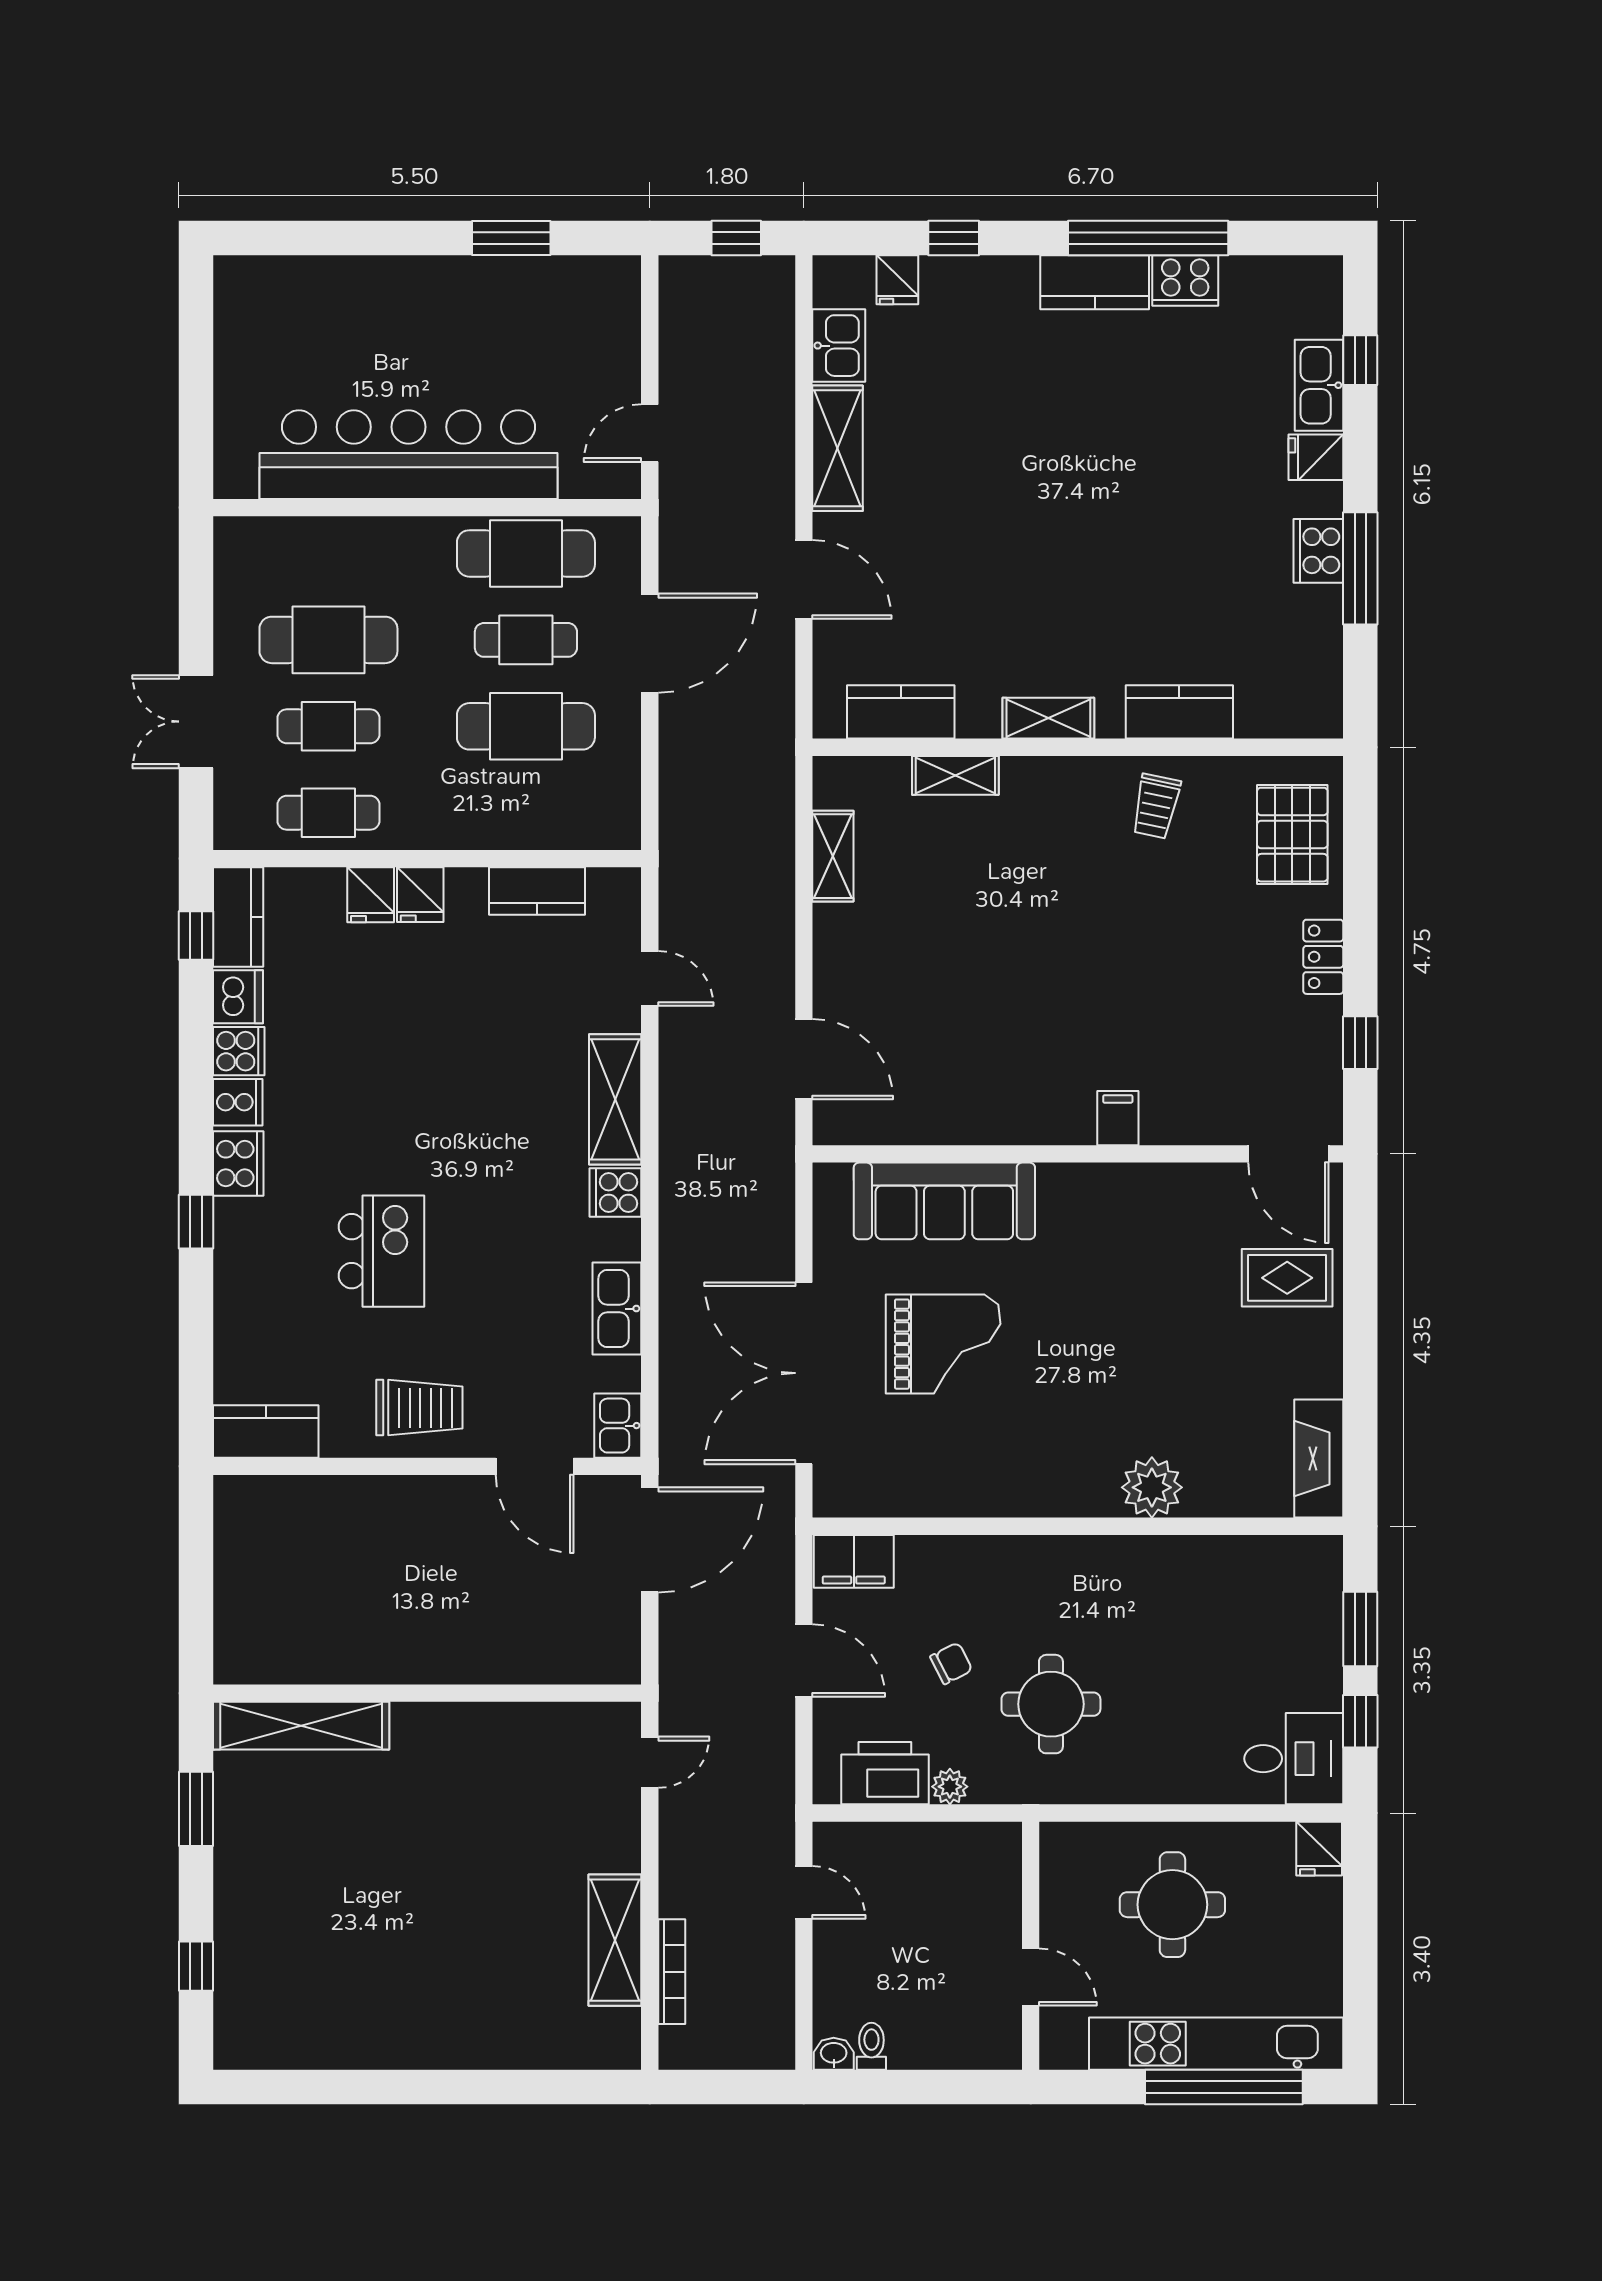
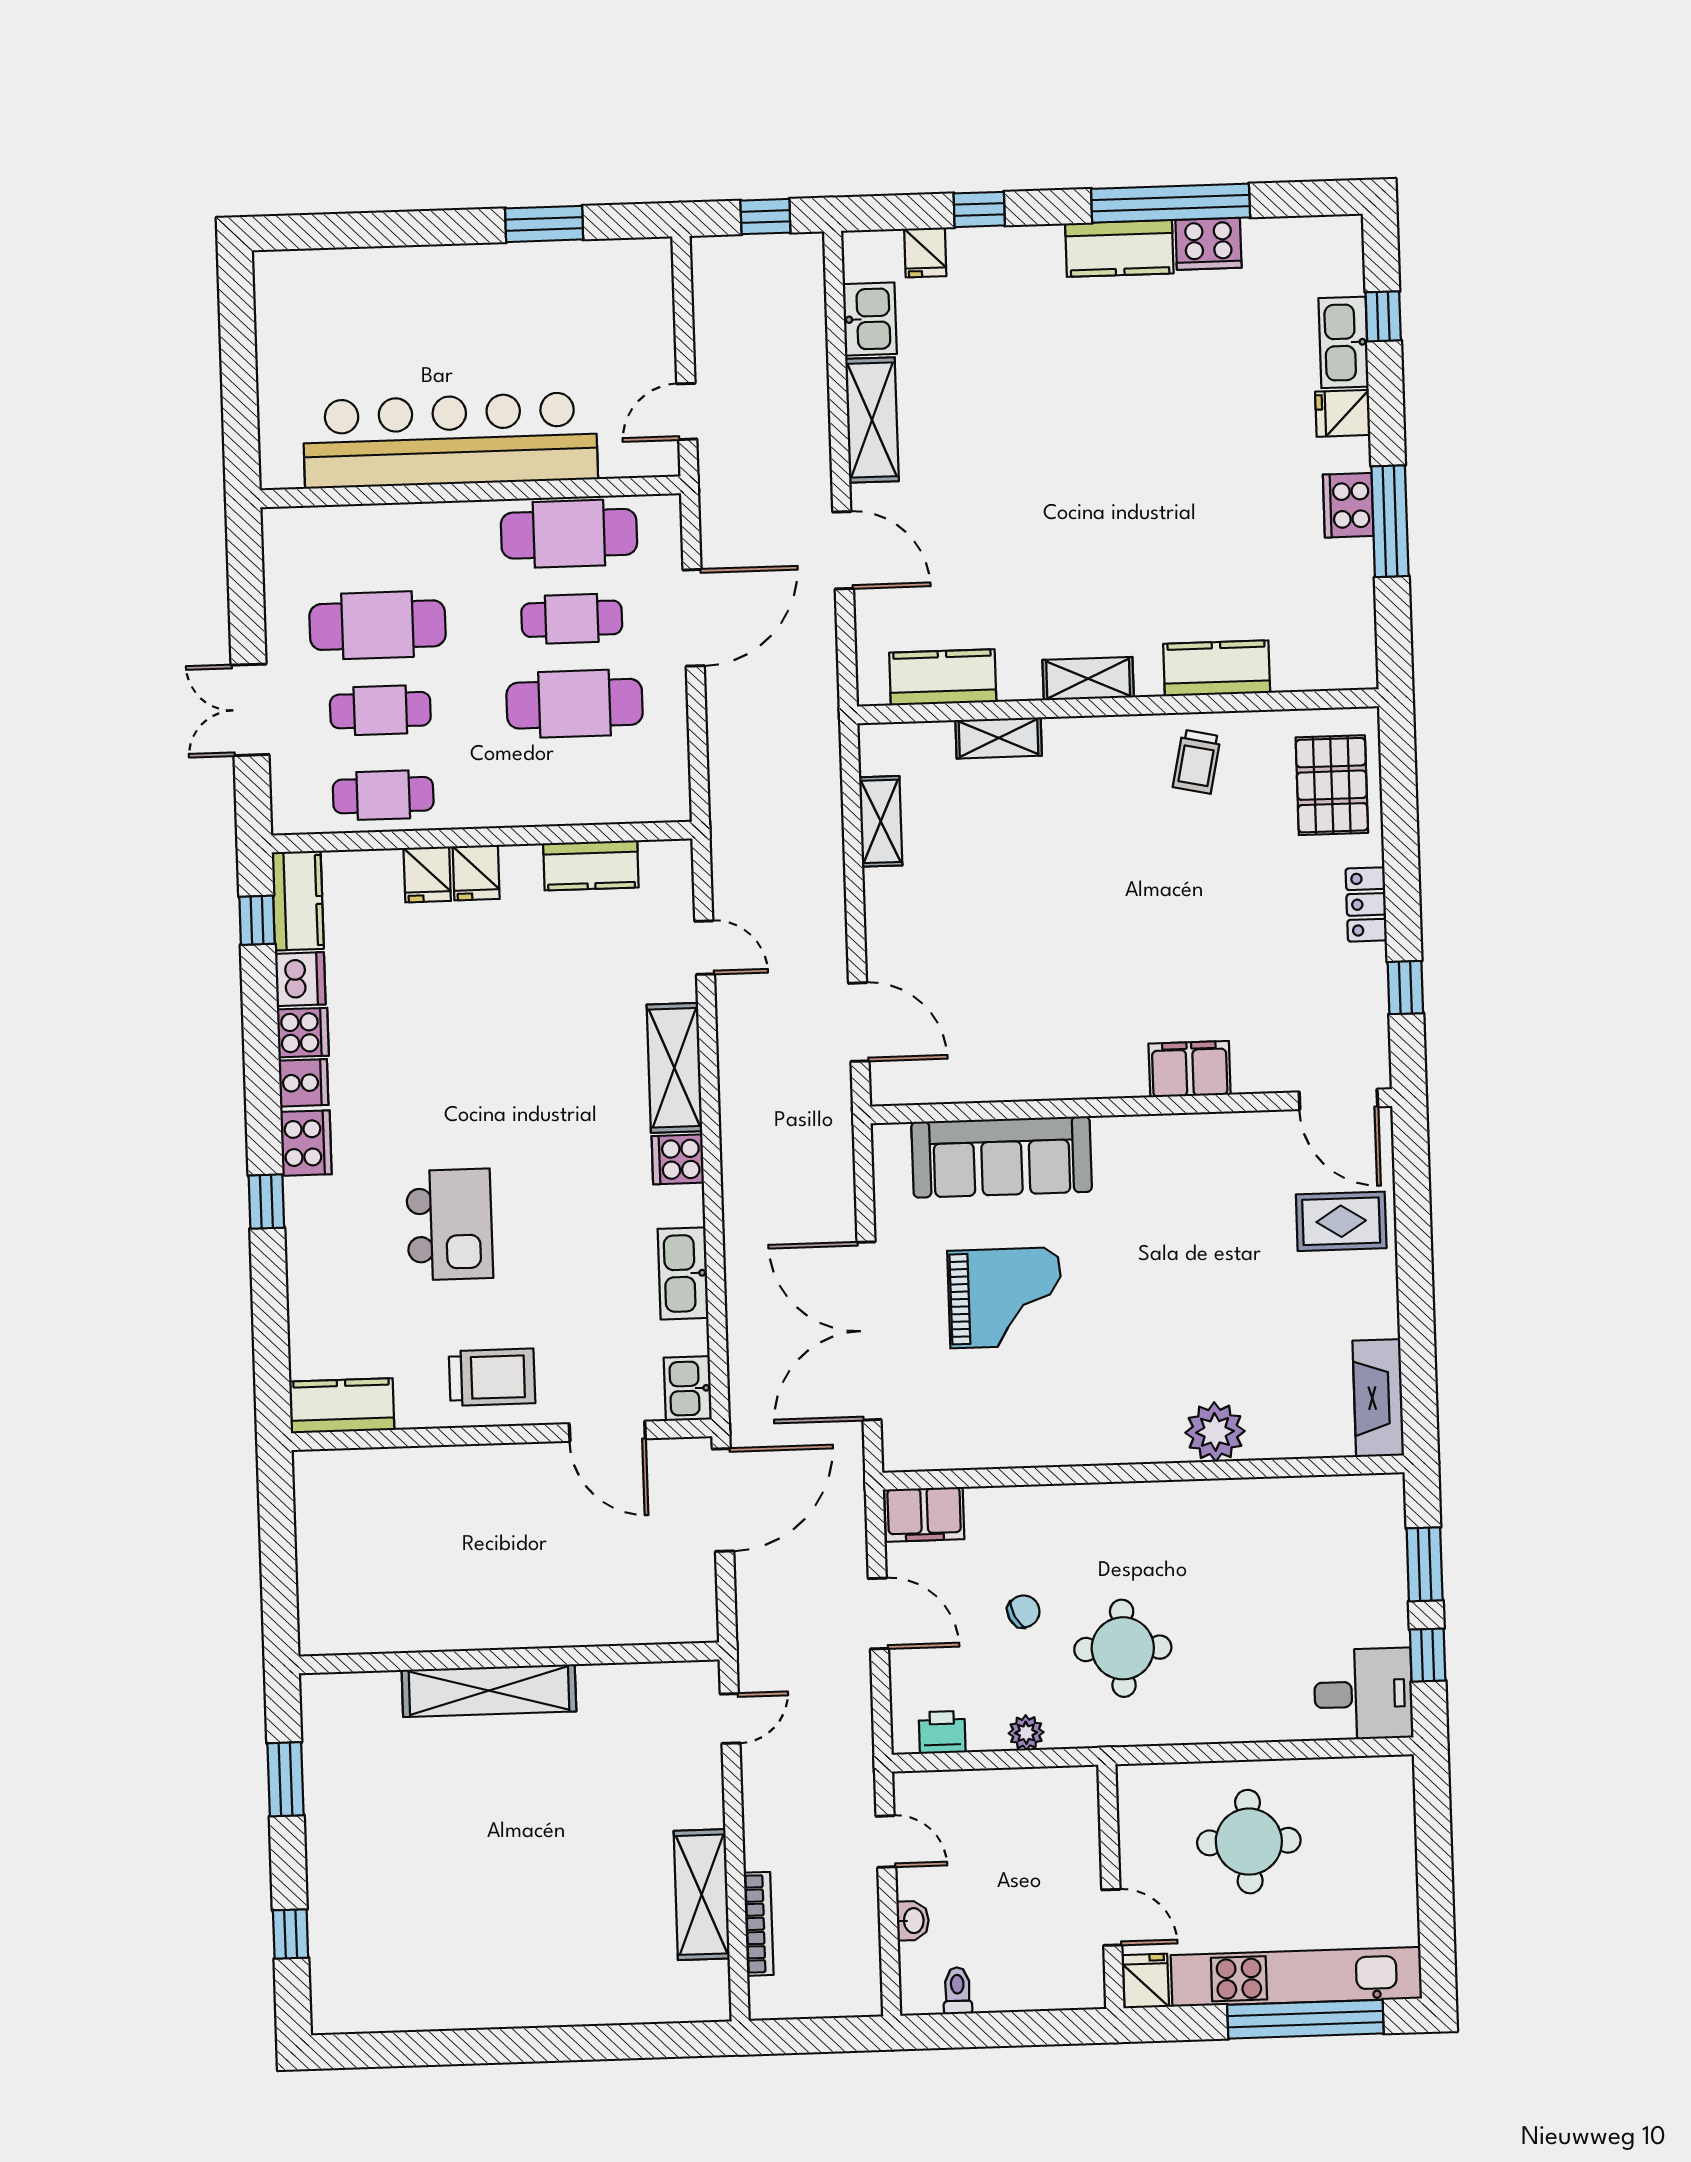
filing cabinet: (1118, 1118) -> (1190, 1069), width x2.00
shelving: (301, 1726) -> (489, 1691), moved
printer: (885, 1773) -> (942, 1732), width x0.53, depth x0.68
fridge: (1319, 1849) -> (1146, 1981), moved, turned 180
washbasin: (834, 2054) -> (913, 1921), moved, turned 90

